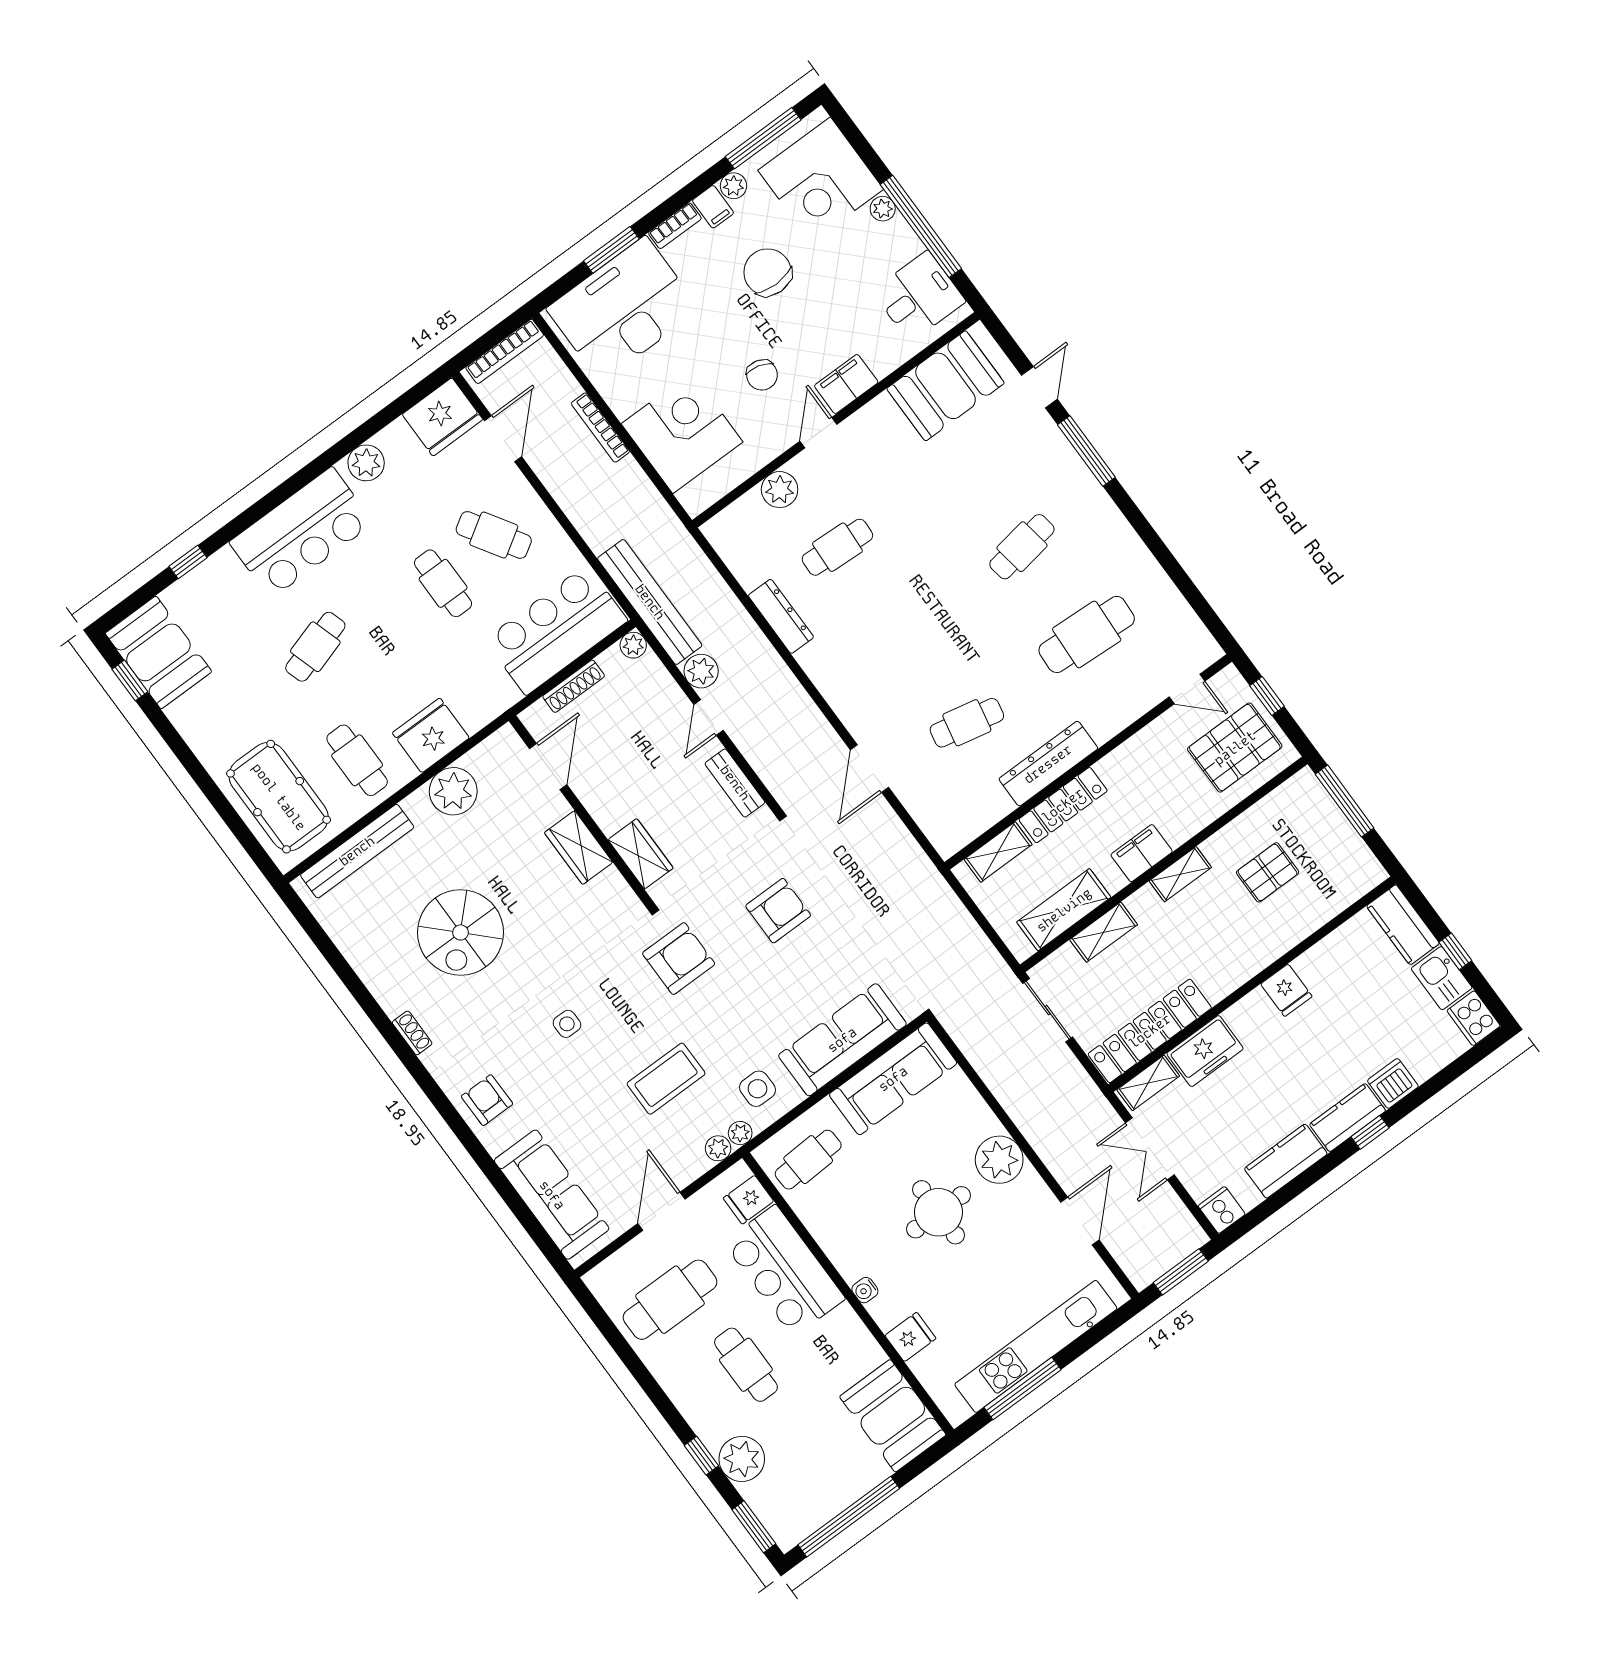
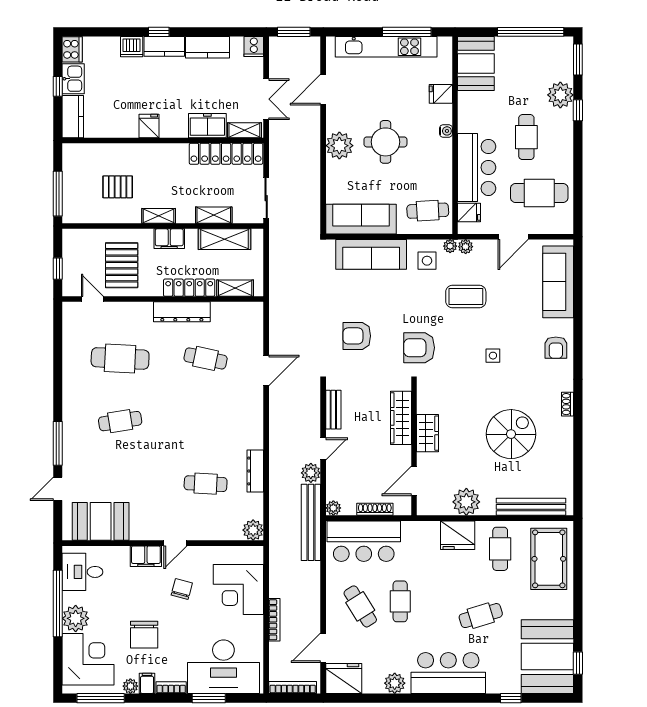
plant: (883, 209) -> (76, 618), width x1.87, depth x1.87
plant: (780, 490) -> (253, 530), moved
booth: (158, 652) -> (547, 657), width x1.36, depth x1.42
pallet: (1235, 748) -> (122, 265), moved, turned 90
wardrobe: (641, 854) -> (401, 418), width x1.50

